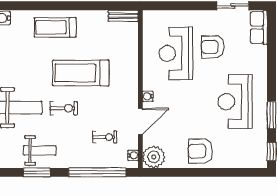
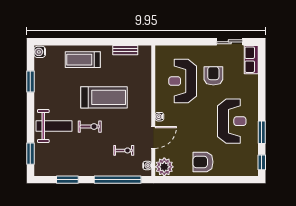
bench: (123, 16) -> (125, 50), moved
armchair: (213, 47) -> (213, 76), turned 90
treadmill: (81, 73) -> (104, 97), turned 180
reception desk: (235, 102) -> (232, 121), turned 180
weight bench: (40, 150) -> (70, 161), removed

